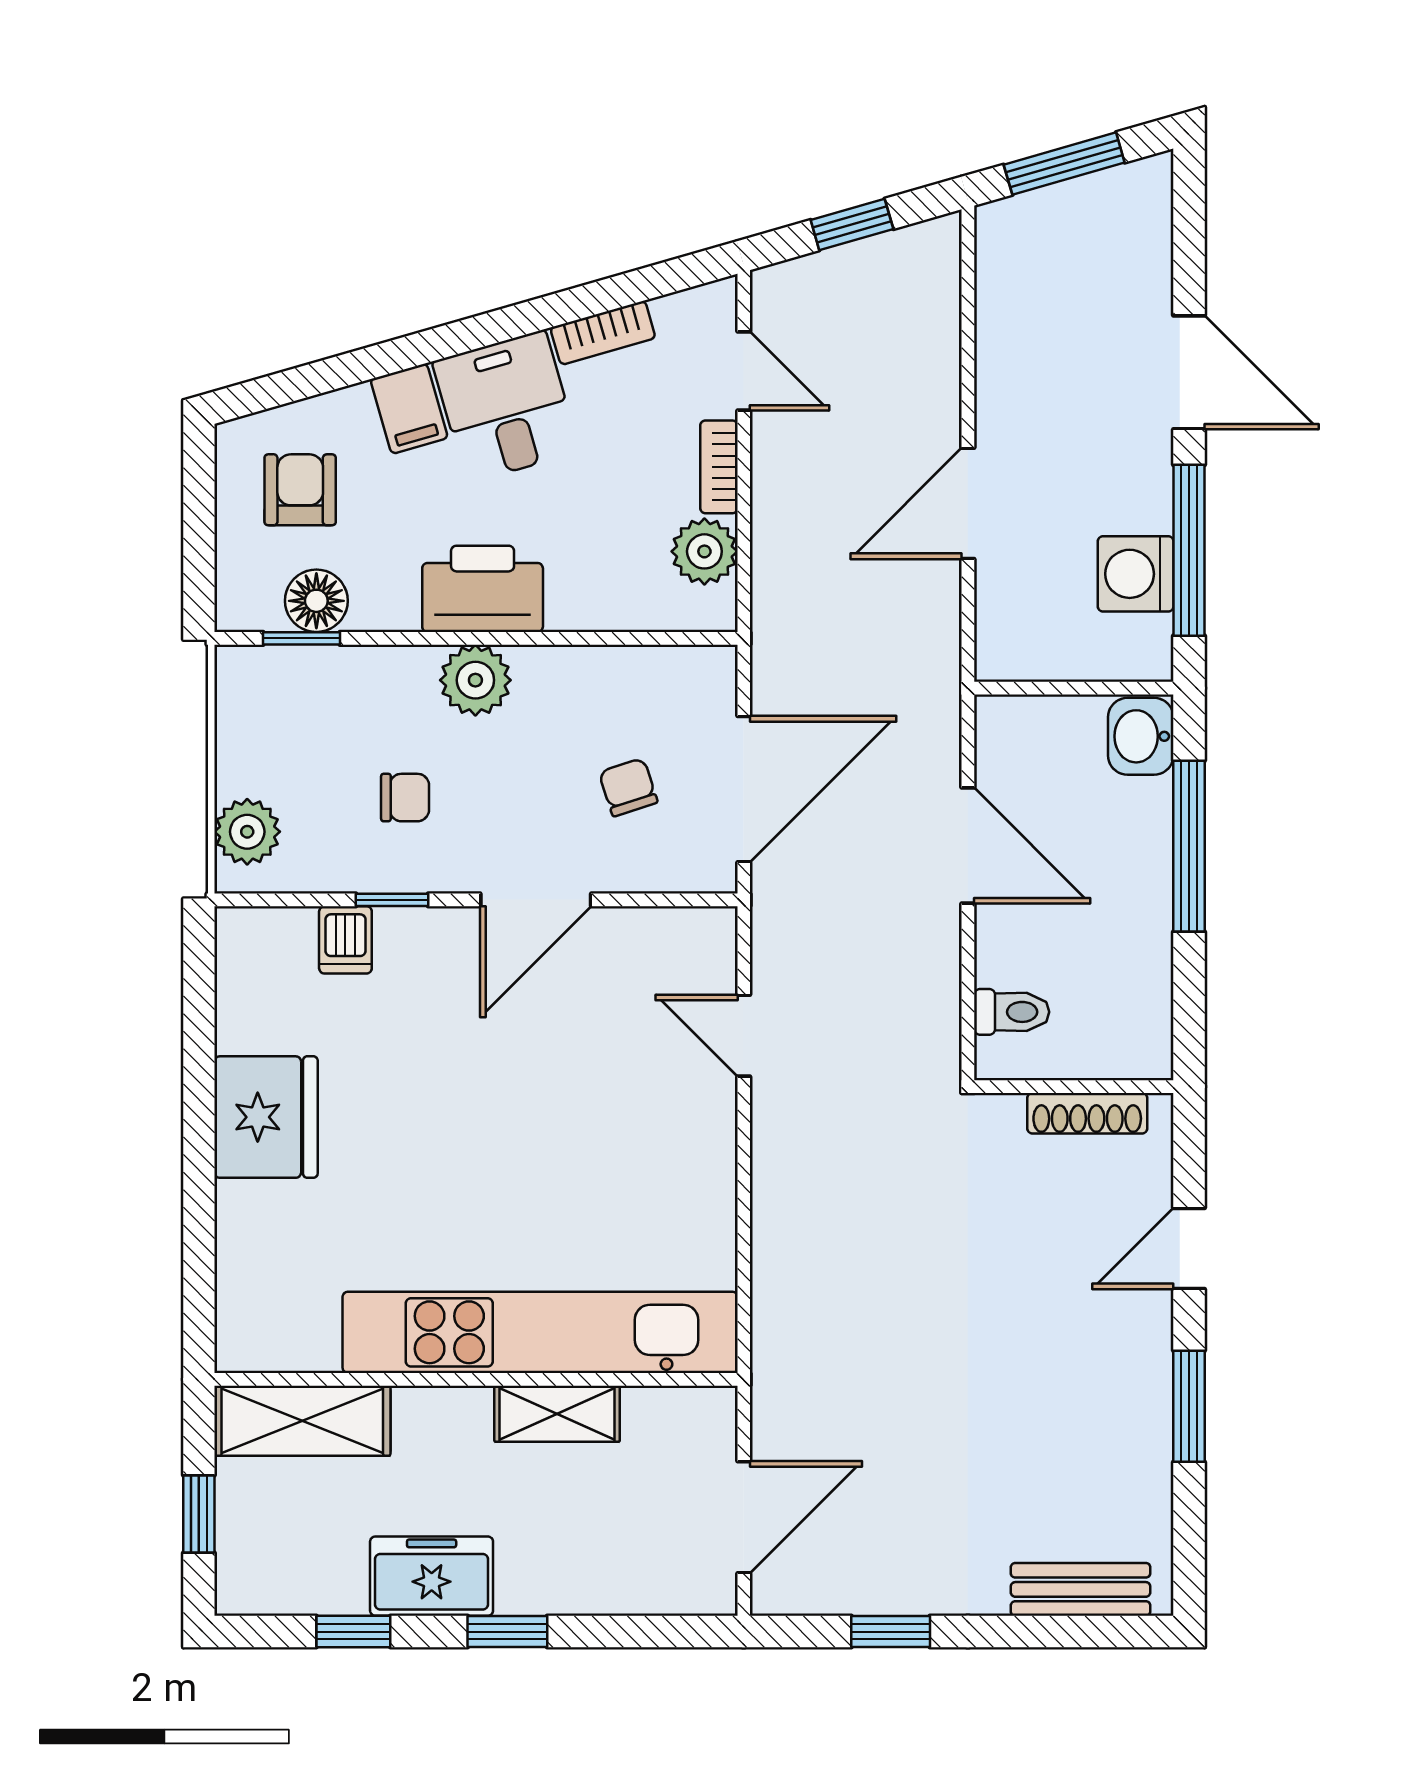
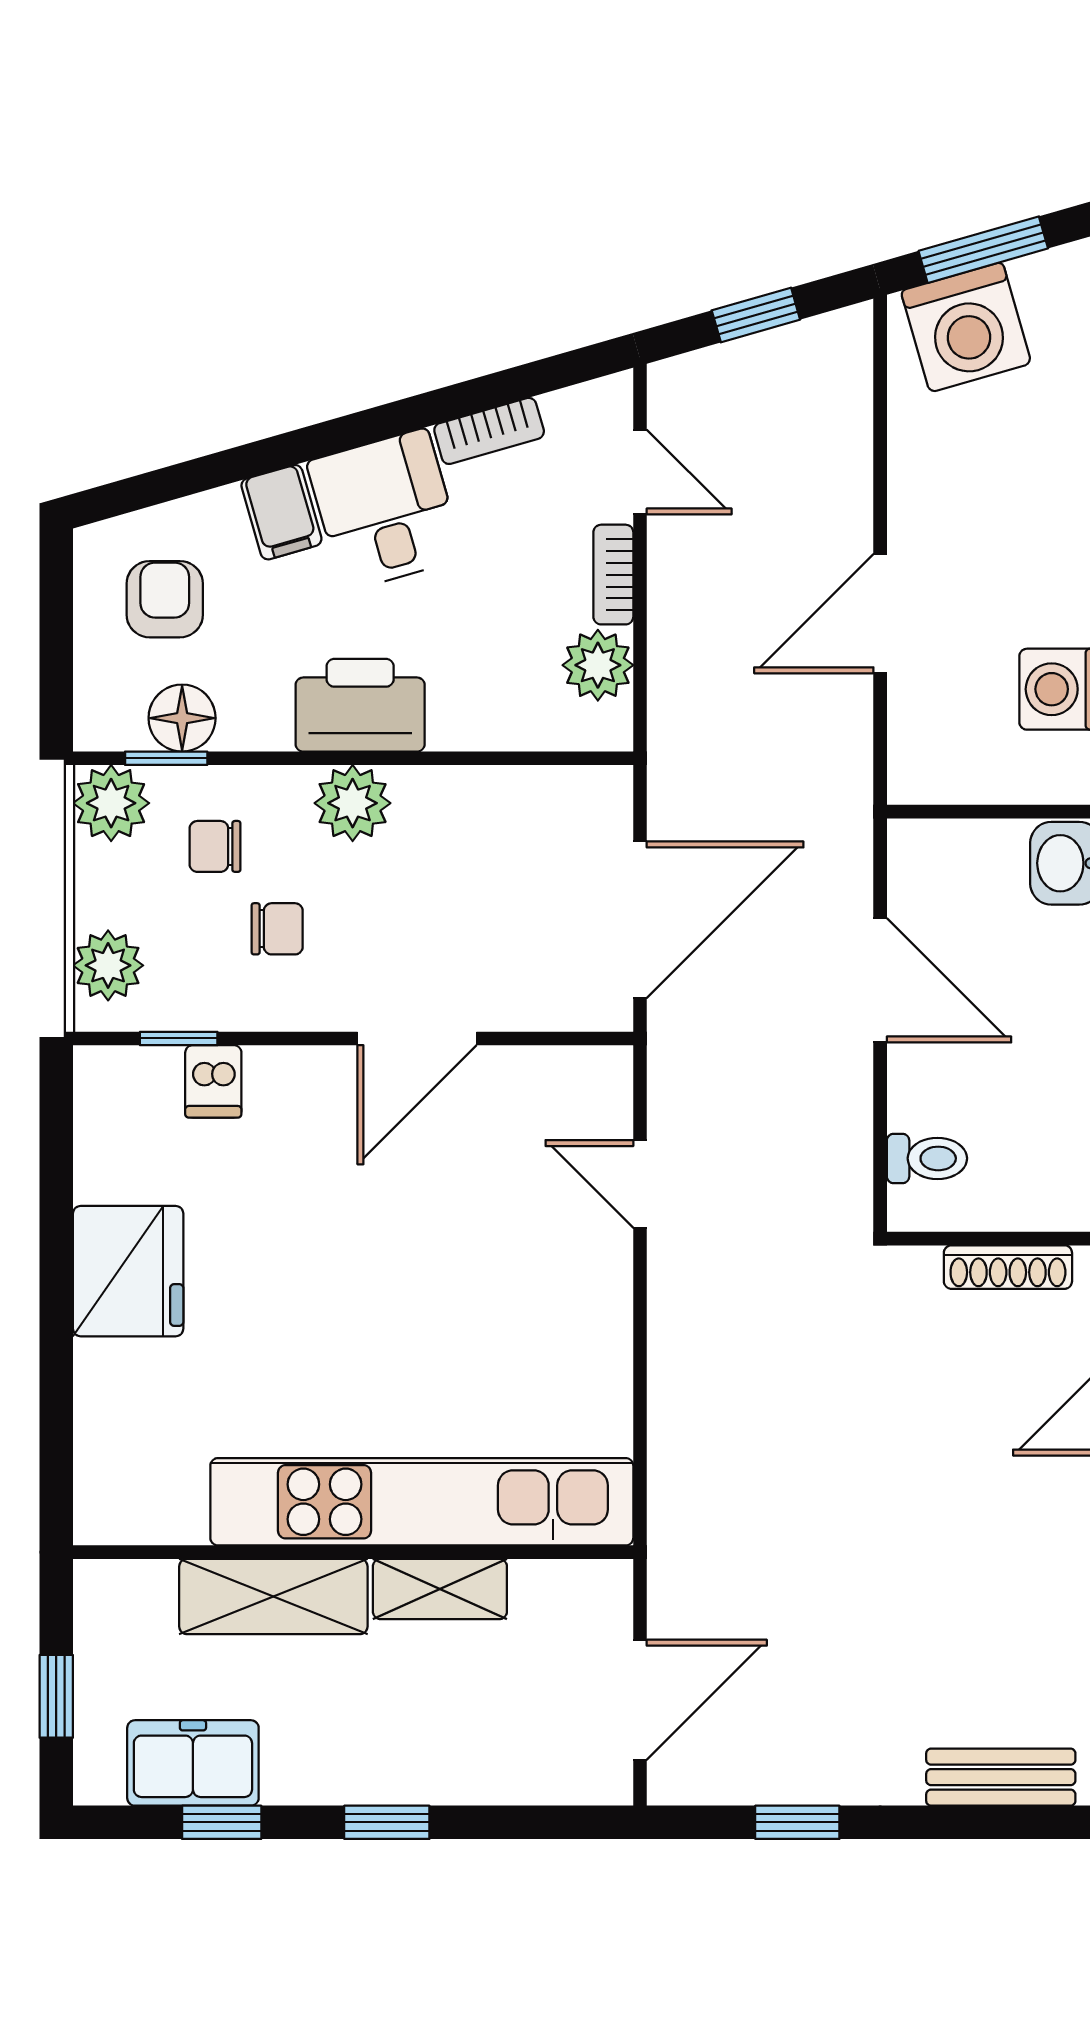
washing machine: (1048, 236) -> (966, 327), added
plant: (250, 680) -> (111, 803), added
chair: (628, 787) -> (215, 846), moved, turned -72
window: (392, 900) -> (179, 1038), moved
shelving: (302, 1421) -> (273, 1596), moved
freezer: (432, 1576) -> (193, 1763), moved

